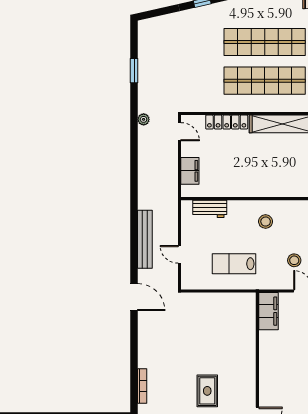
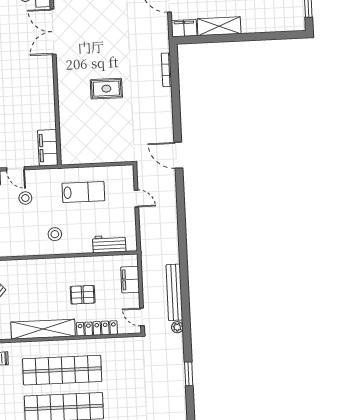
pallet: (240, 158) -> (83, 295), added
bench: (145, 239) -> (174, 292), moved
rug: (207, 391) -> (106, 89), moved, turned 90

